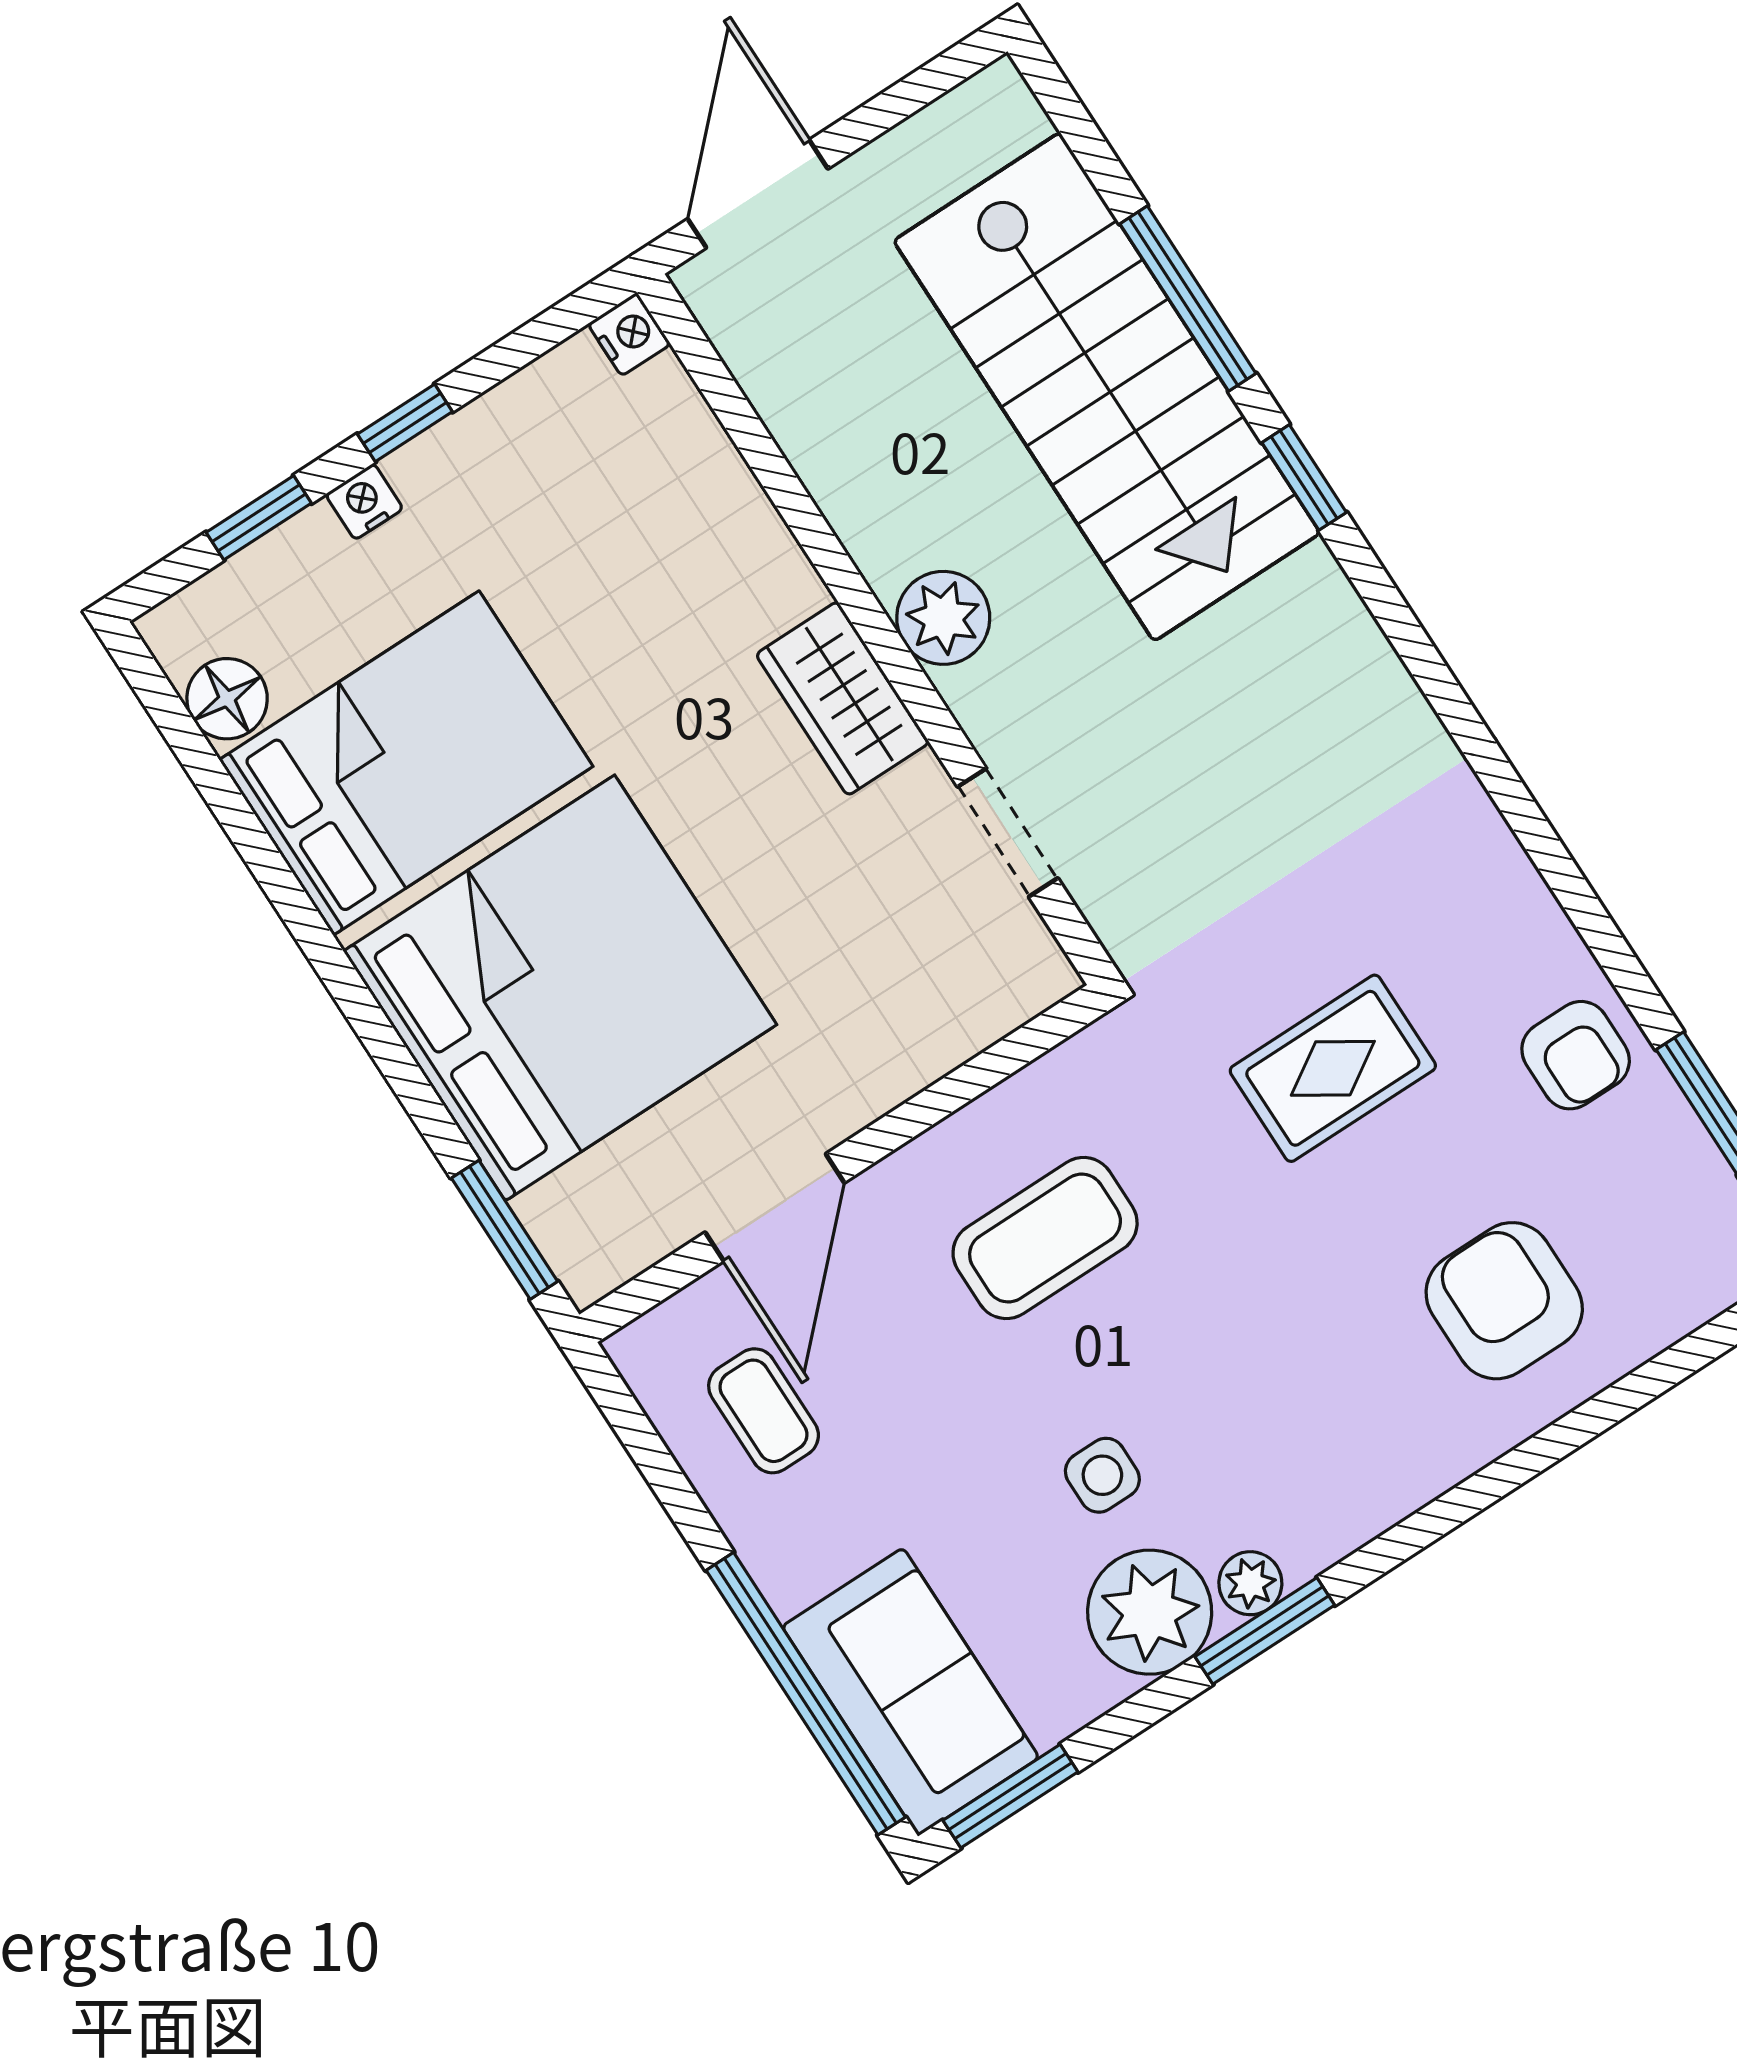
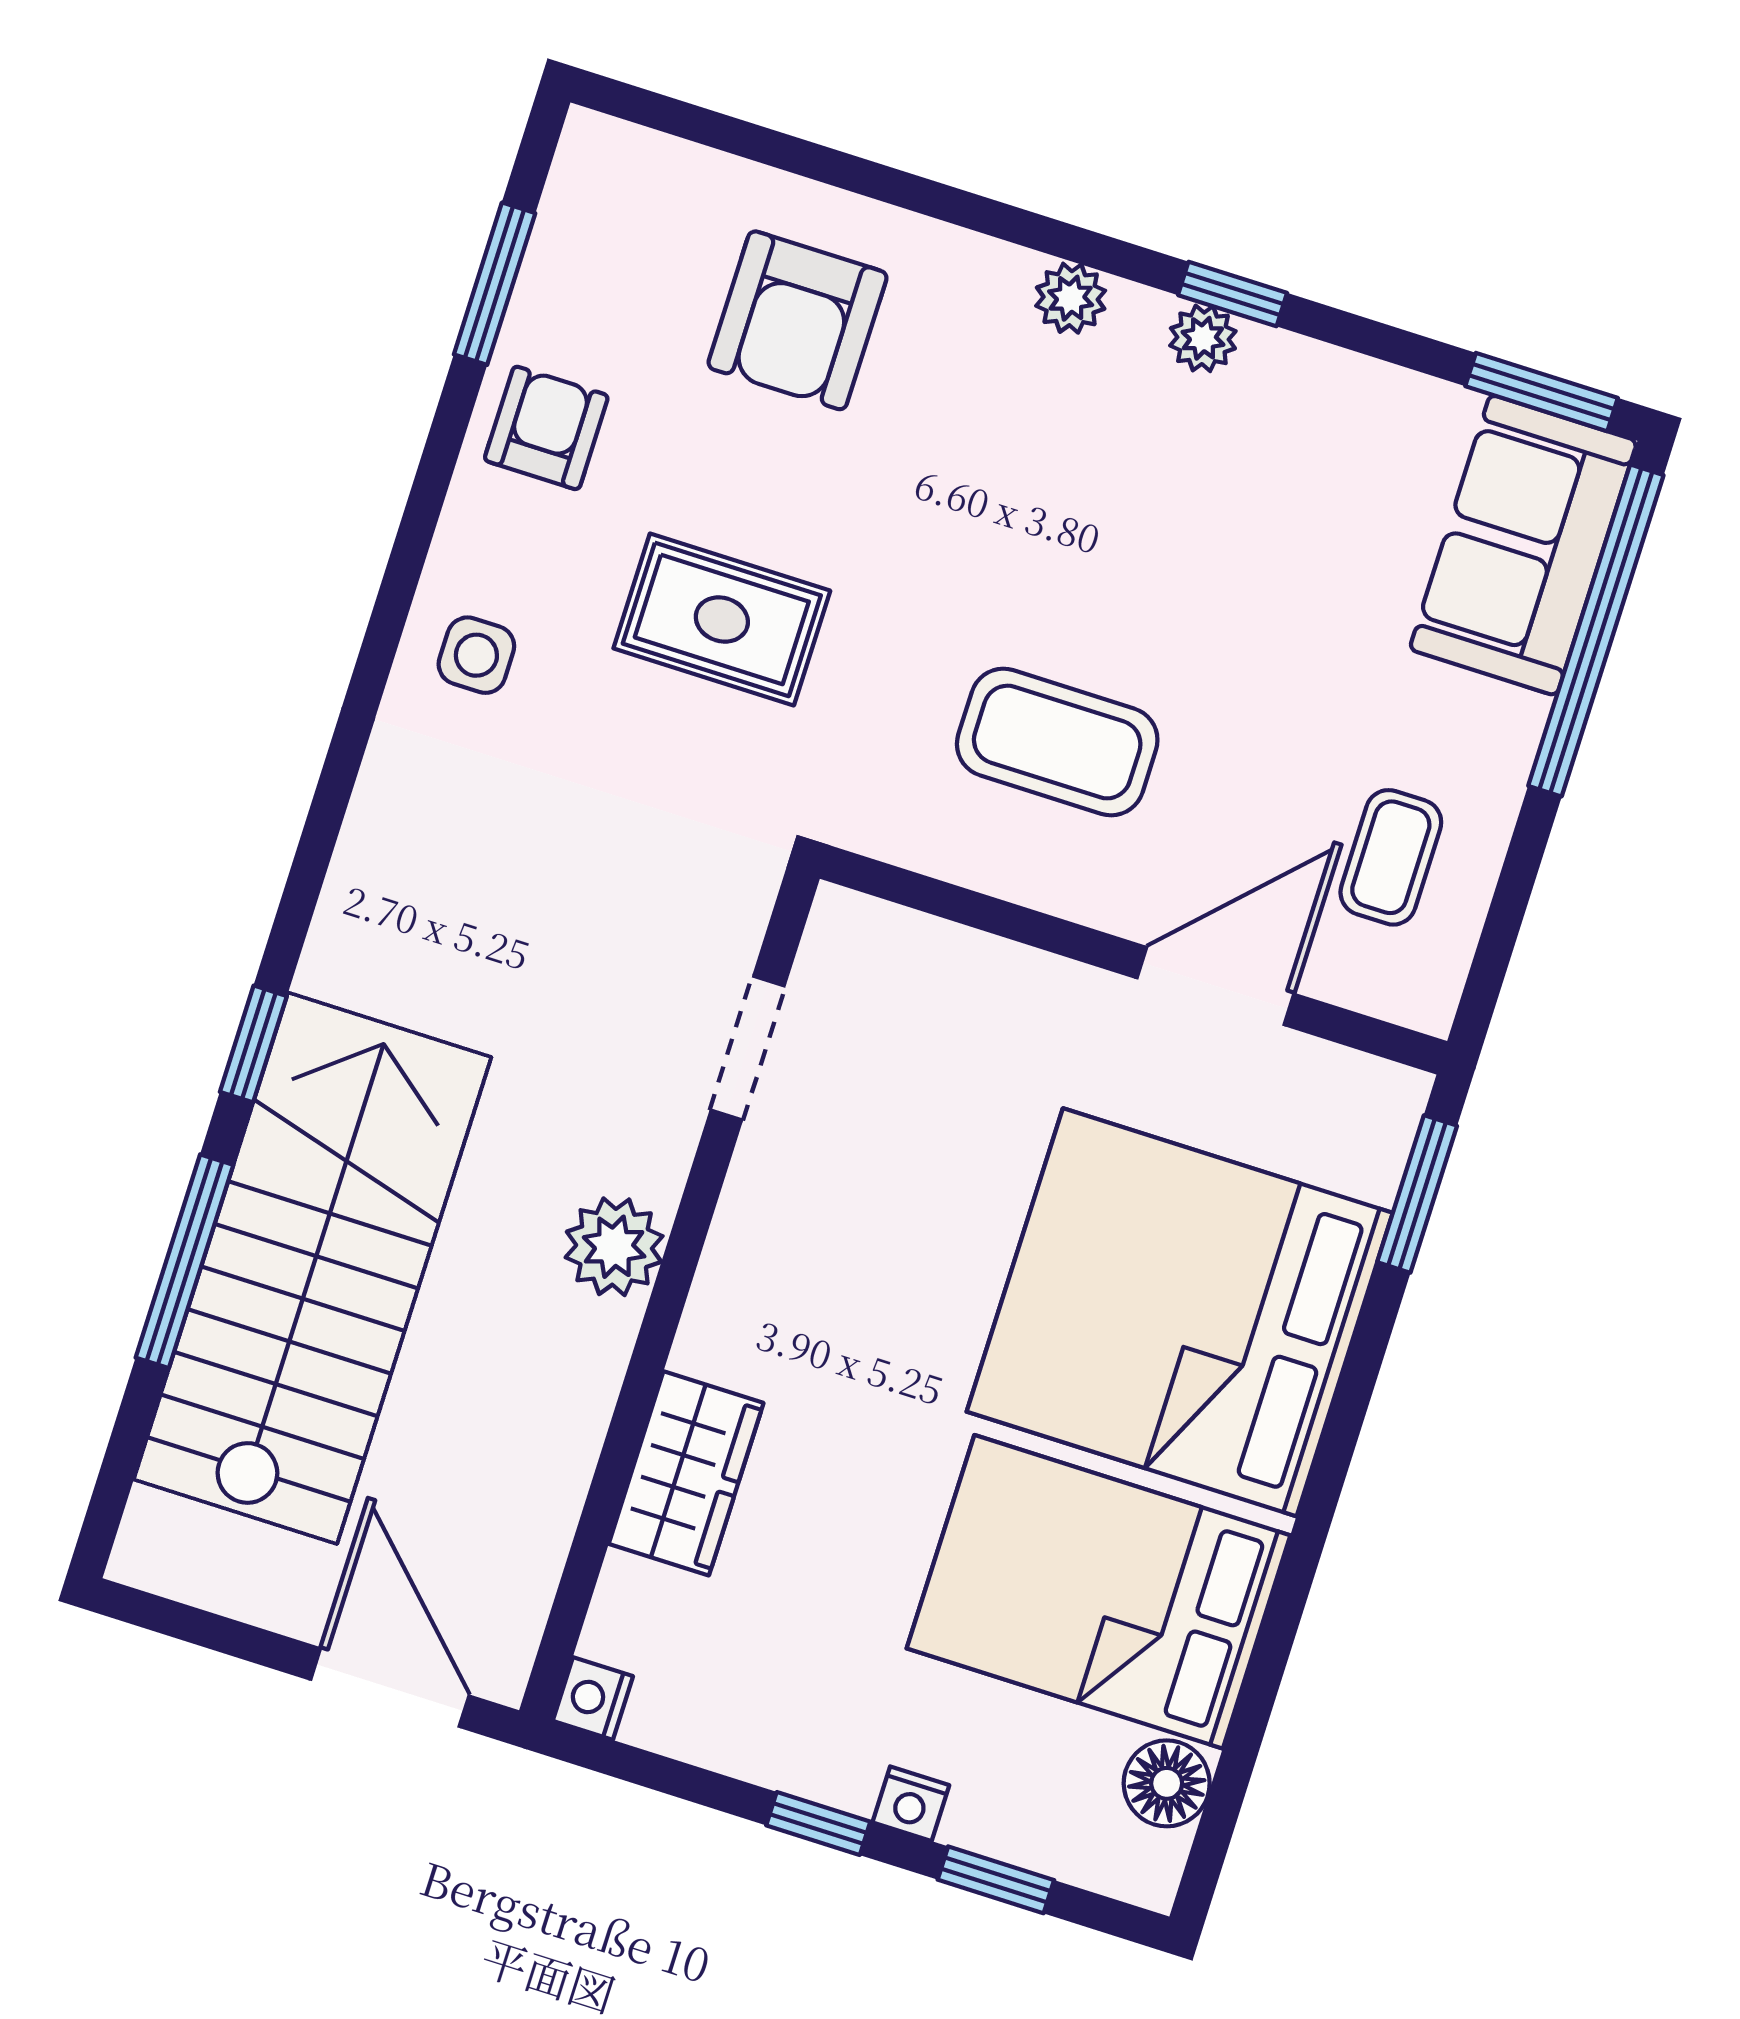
door: (758, 194) -> (390, 1688), swing flipped
wardrobe: (843, 698) -> (686, 1473), moved
side table: (1102, 1475) -> (476, 655), moved
plant: (1150, 1612) -> (1071, 298), moved, width x0.53, depth x0.53
window: (1265, 1631) -> (1233, 294), width x0.67

